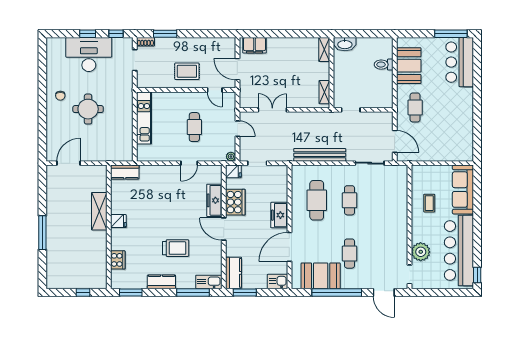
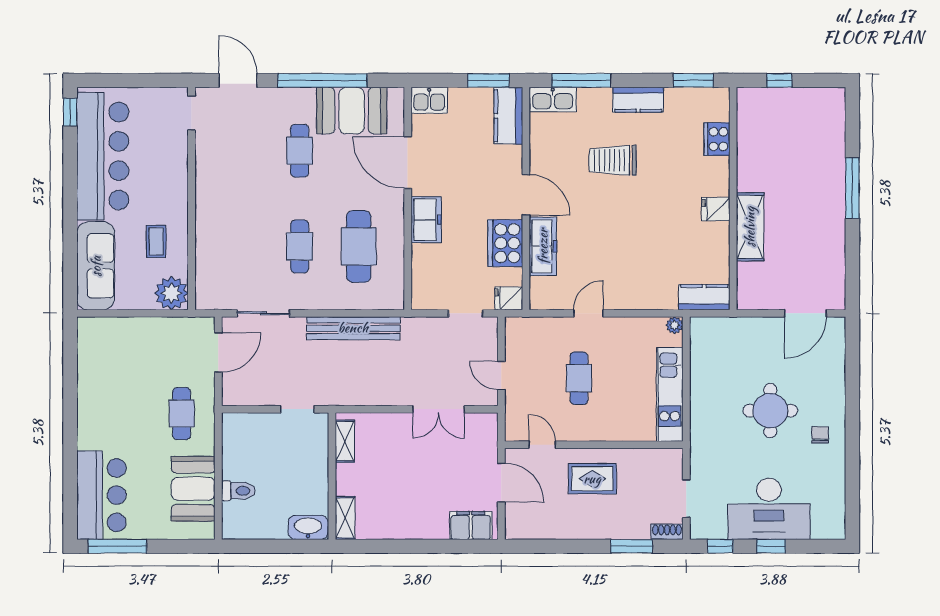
door: (395, 141) -> (218, 352), swing flipped
plant: (231, 157) -> (674, 325), moved
door: (289, 247) -> (408, 163), swing flipped
plant: (421, 252) -> (171, 293), moved

